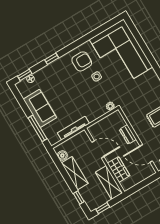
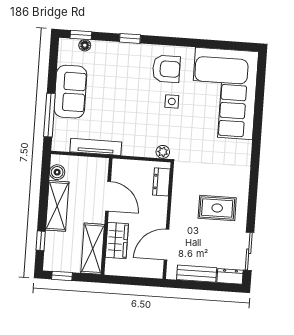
dresser: (128, 134) -> (161, 182), moved
door: (146, 153) -> (166, 245), hinge flipped

